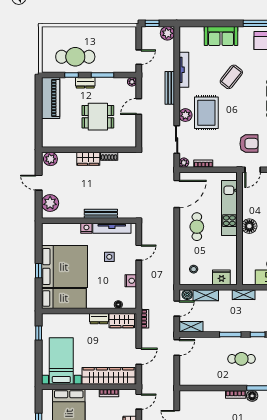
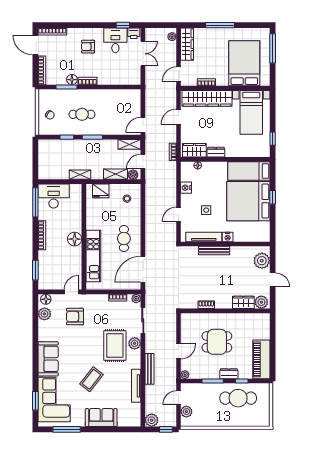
plant: (130, 42) -> (186, 412), added
wardrobe: (88, 159) -> (243, 302), moved

